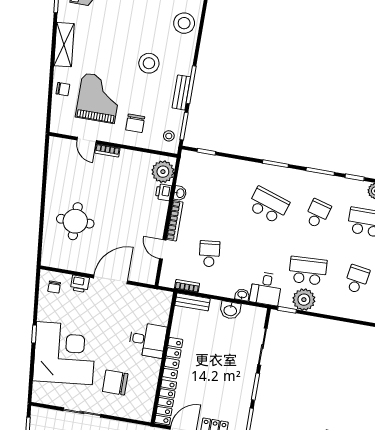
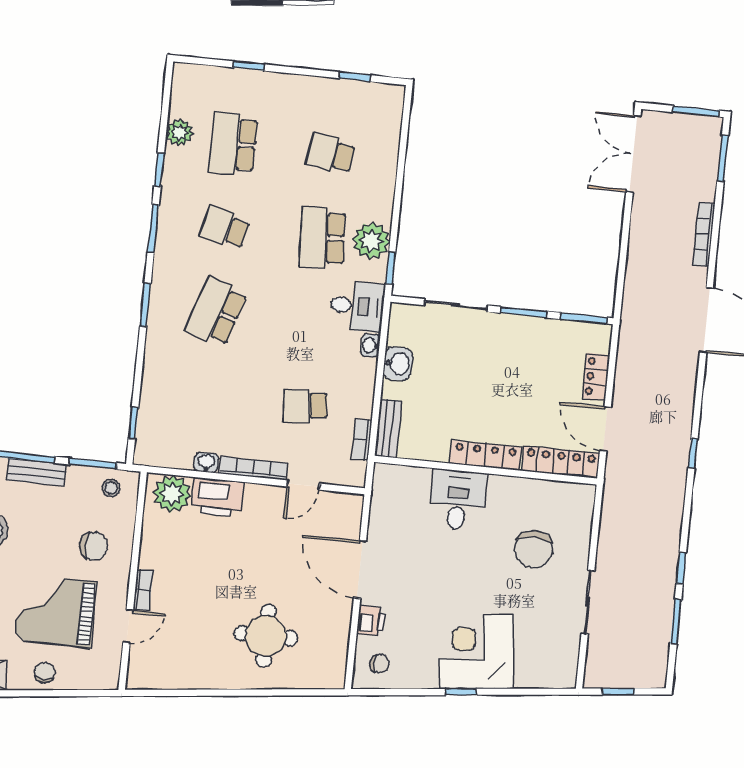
printer: (163, 192) -> (218, 497), width x1.87, depth x1.48
corner desk: (64, 353) -> (477, 652), width x0.74, depth x0.74

